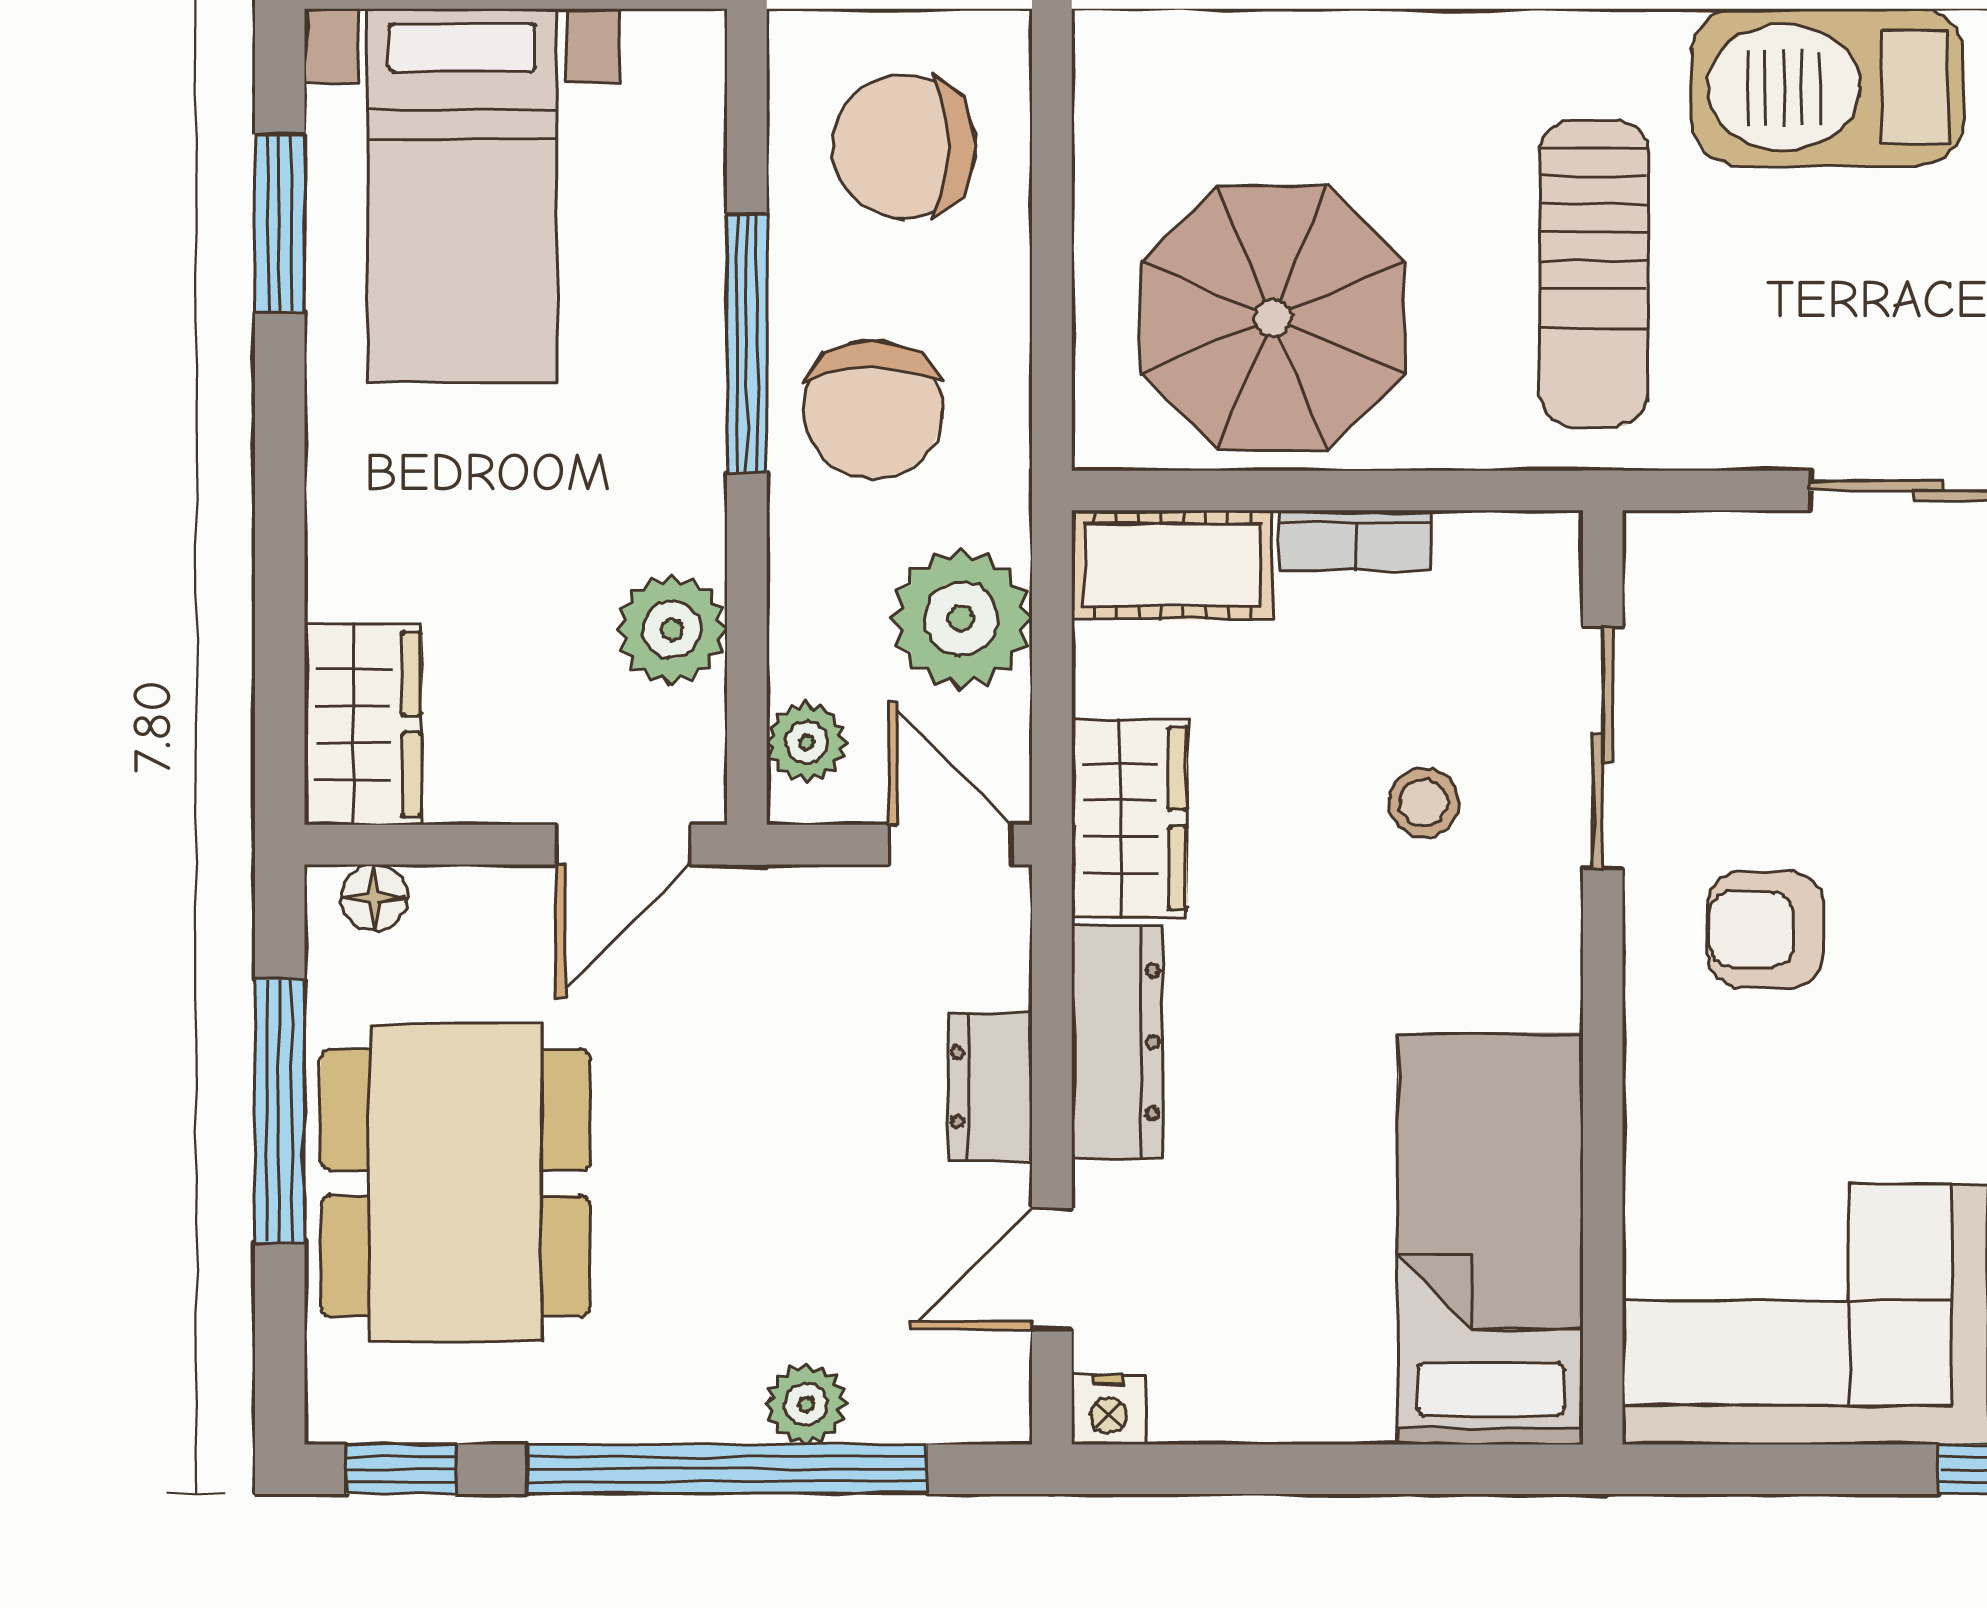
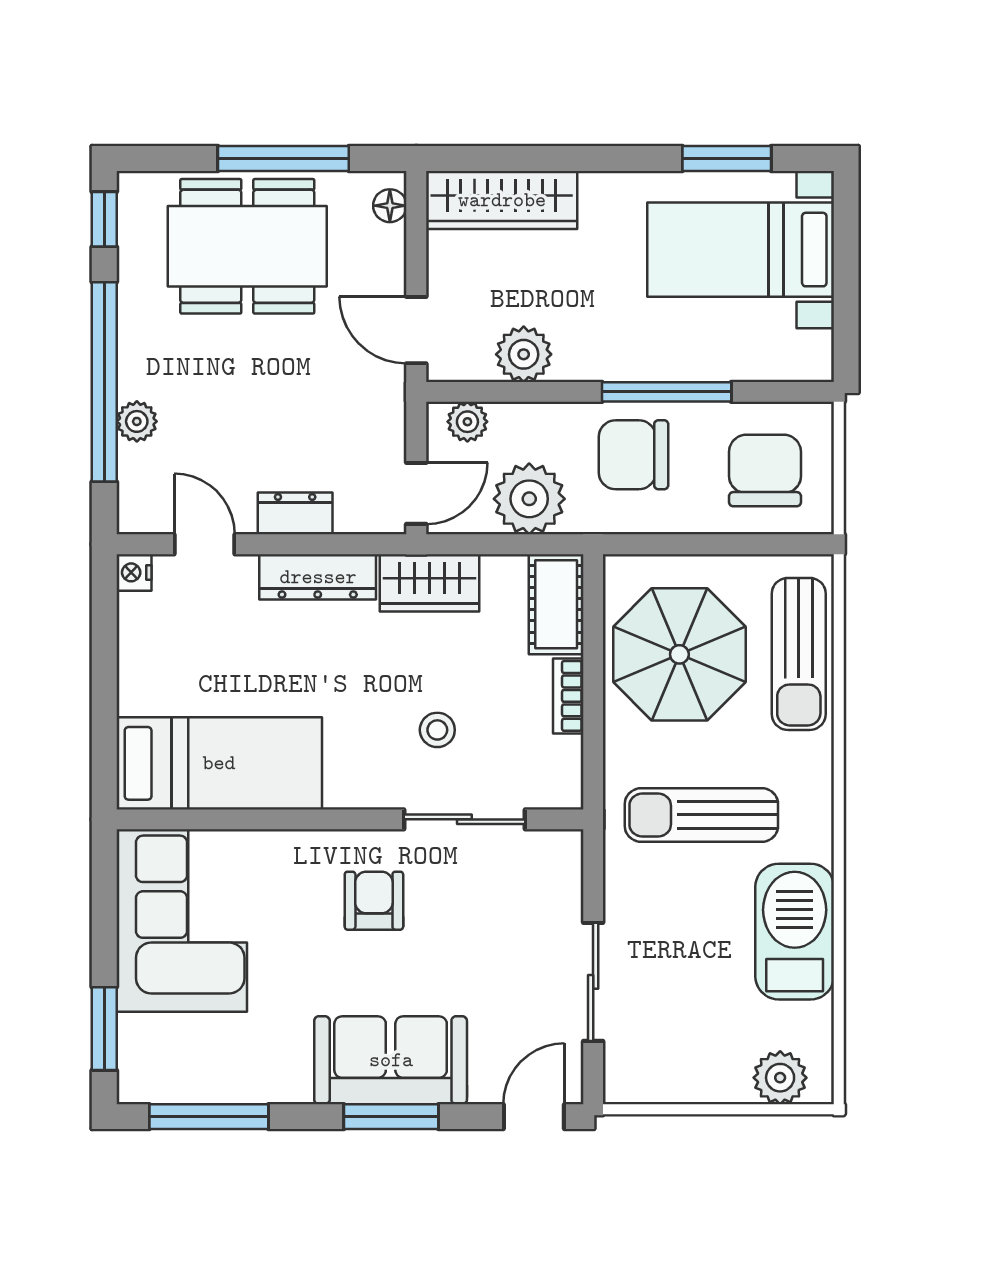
sun lounger: (1272, 79) -> (799, 654), added
wardrobe: (363, 724) -> (502, 200), width x1.50

